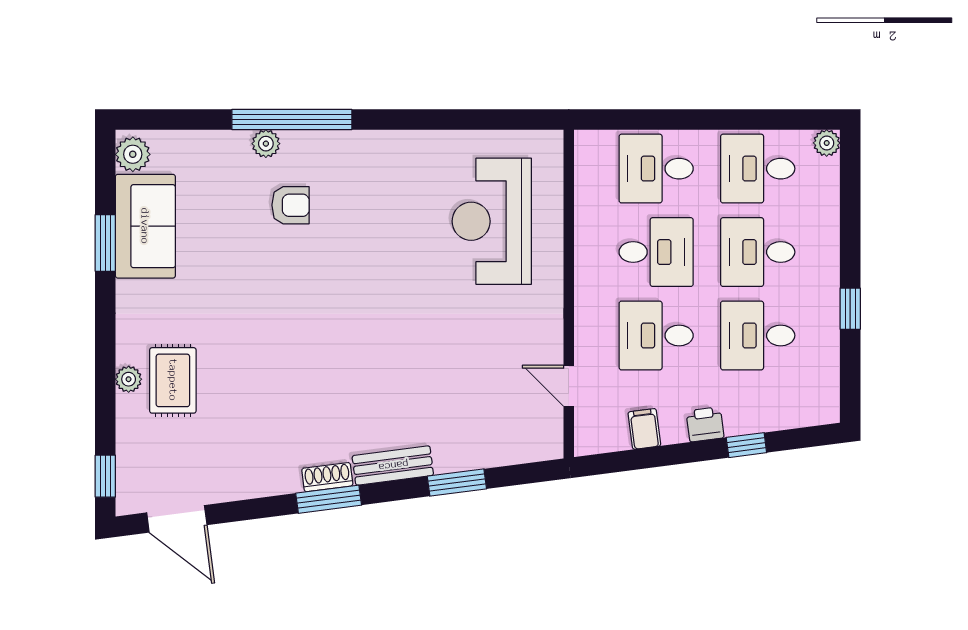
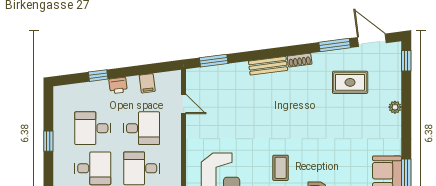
coffee table: (367, 253) -> (281, 168), added
desk: (758, 335) -> (93, 128), turned 180
rug: (173, 380) -> (350, 82), moved, turned 90
window: (457, 483) -> (214, 61), moved
window: (329, 499) -> (335, 45), moved

